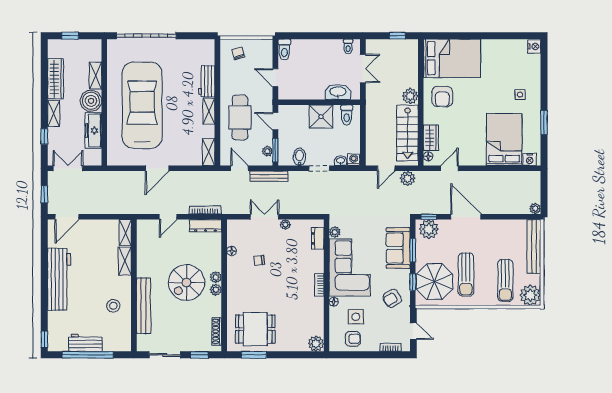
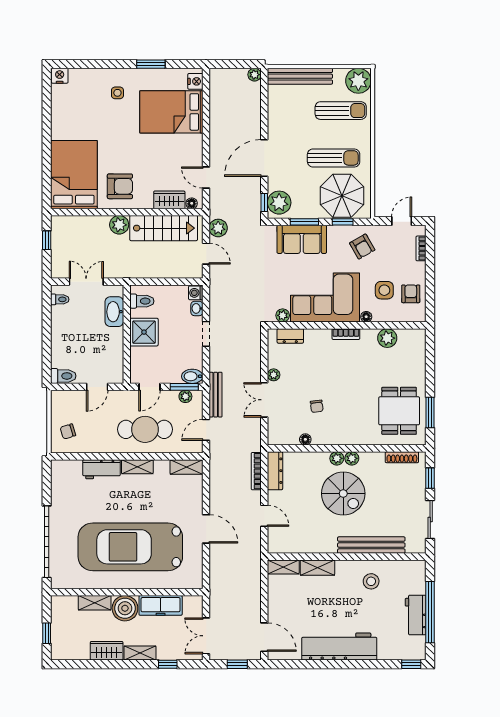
wardrobe: (56, 79) -> (107, 651), width x0.67
bidet: (299, 157) -> (192, 376), moved
plant: (316, 344) -> (387, 338), moved

